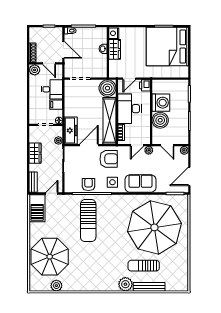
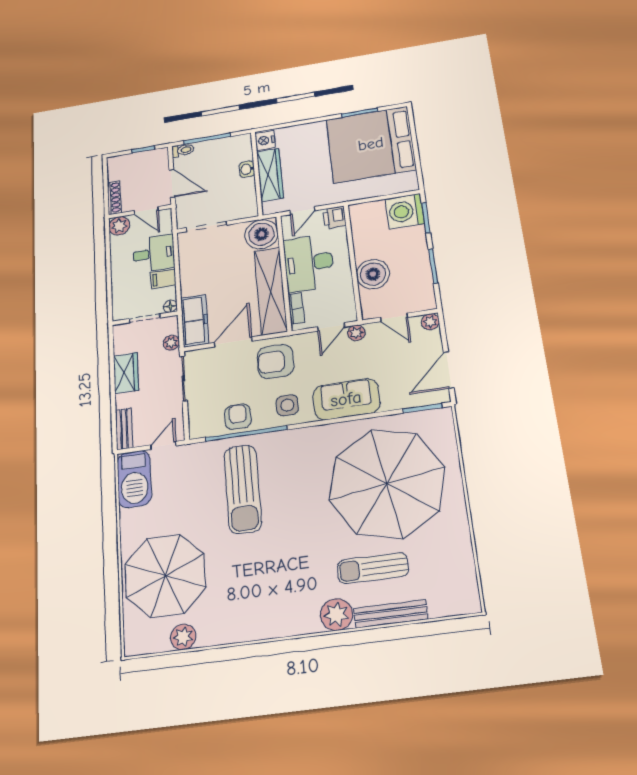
wardrobe: (115, 49) -> (270, 175), width x1.50
washing machine: (161, 103) -> (405, 211), moved, turned 180
armchair: (109, 159) -> (276, 361), turned 180

